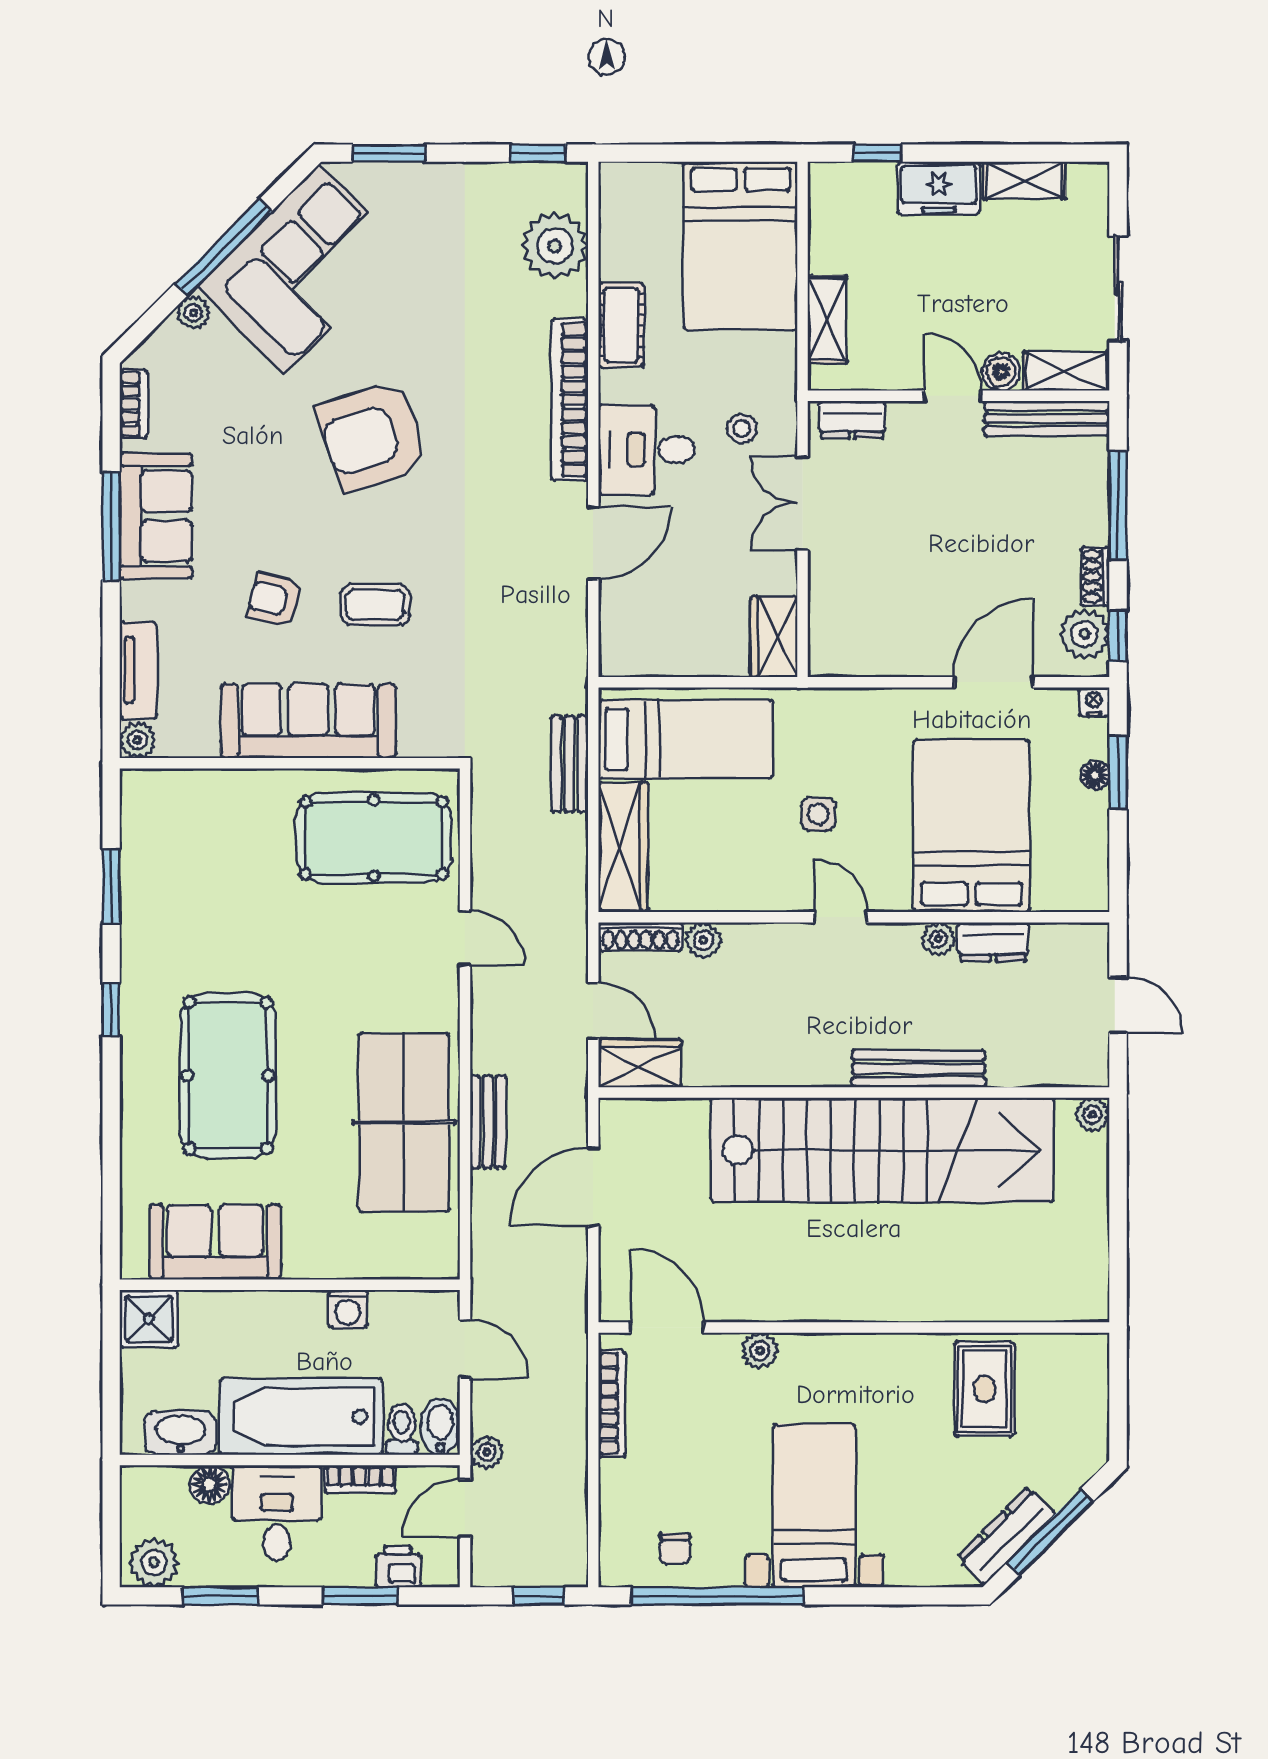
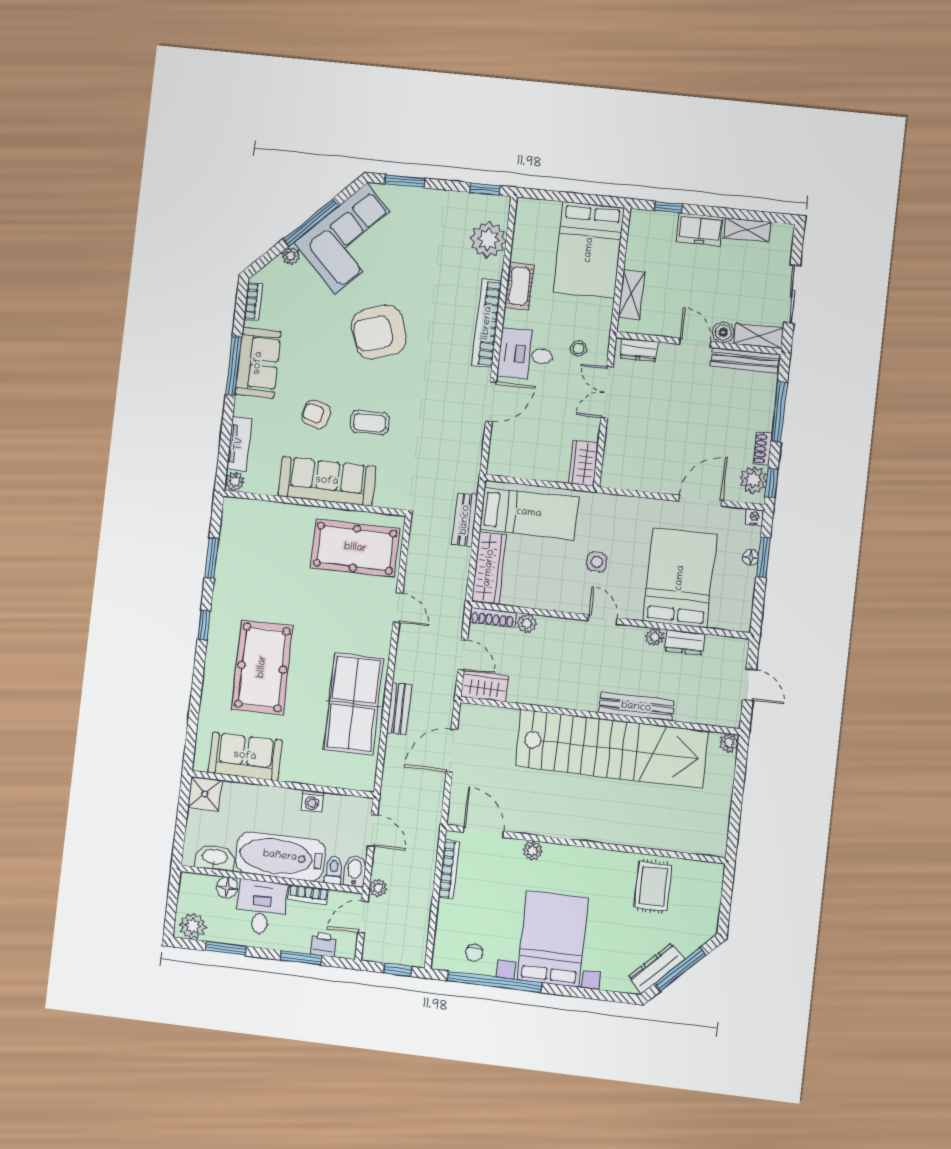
bed with nightstands: (814, 1506) -> (553, 939), width x1.36

